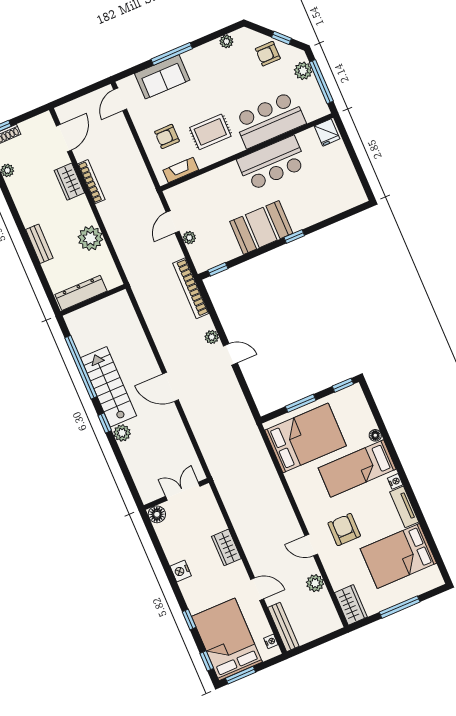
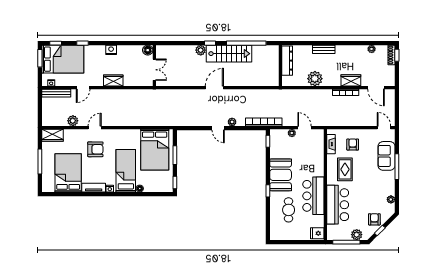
cafe table: (310, 192) -> (289, 210), added
door: (230, 354) -> (218, 128), hinge flipped

